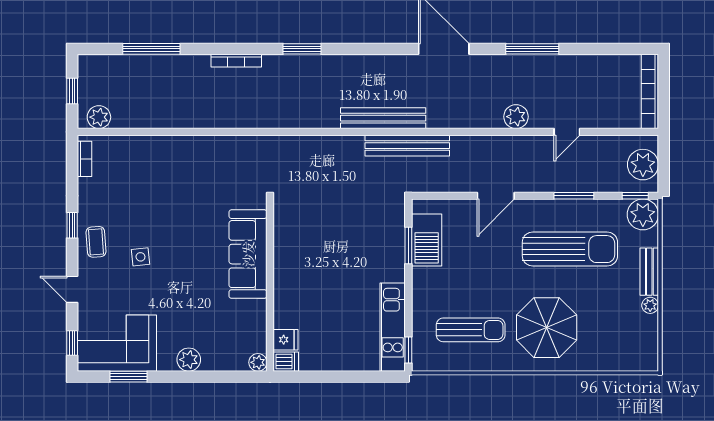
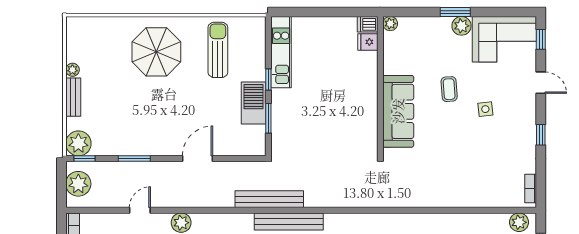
barbecue: (427, 240) -> (254, 103), moved
coffee table: (96, 242) -> (449, 89), moved
sun lounger: (570, 249) -> (137, 115), removed
sun lounger: (471, 330) -> (218, 50), turned 90
window: (408, 350) -> (268, 79), moved
plant: (189, 360) -> (462, 26), moved
window: (129, 377) -> (455, 12), moved

